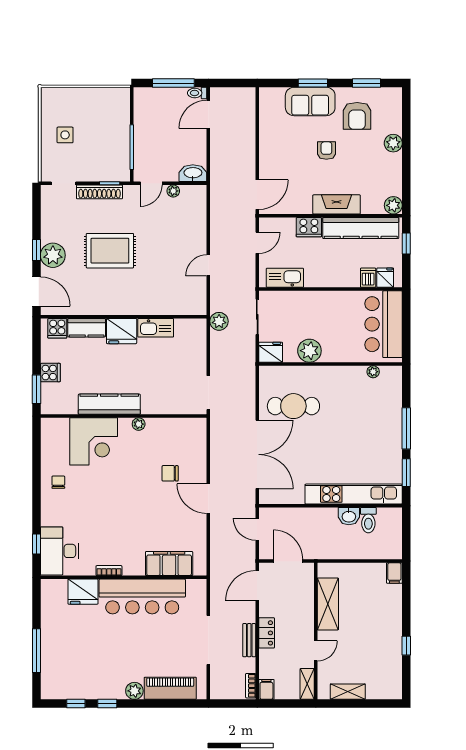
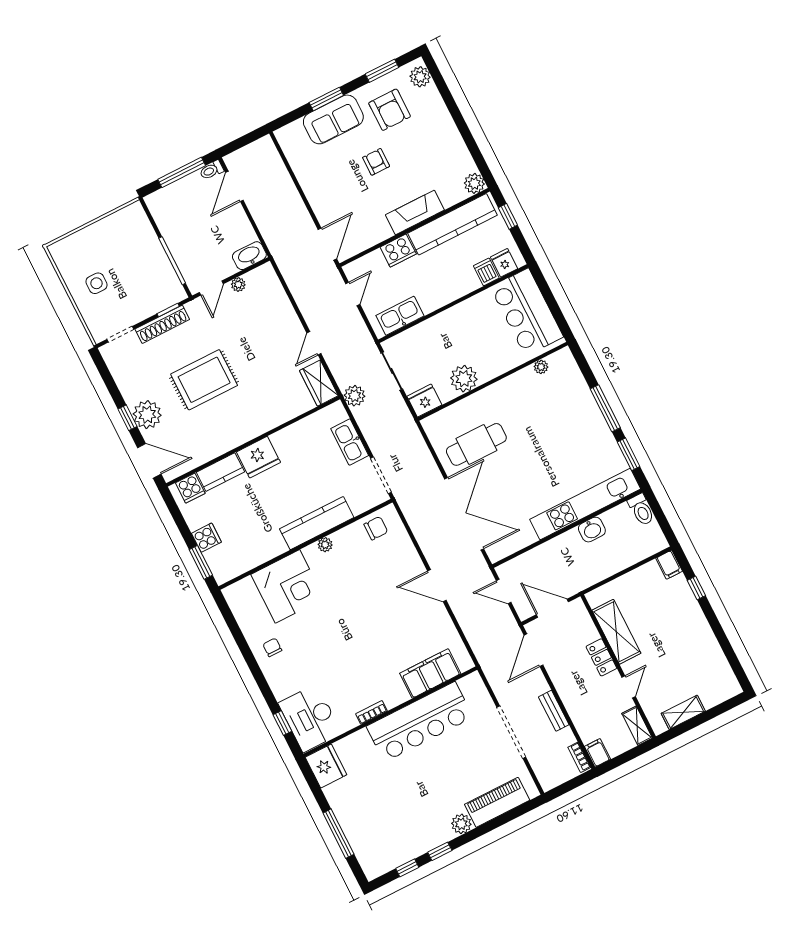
plant: (393, 143) -> (420, 77), moved
wardrobe: (197, 298) -> (319, 383), added
kitchen sink: (156, 328) -> (350, 442), moved, turned 90
kitchen counter: (109, 404) -> (317, 523), moved
chair: (170, 473) -> (376, 528), moved, turned 180
toilet: (368, 520) -> (641, 510), moved
fridge: (83, 592) -> (326, 766), moved, turned -90
locker: (267, 633) -> (601, 657), moved, turned 180
window: (406, 646) -> (696, 588), moved

